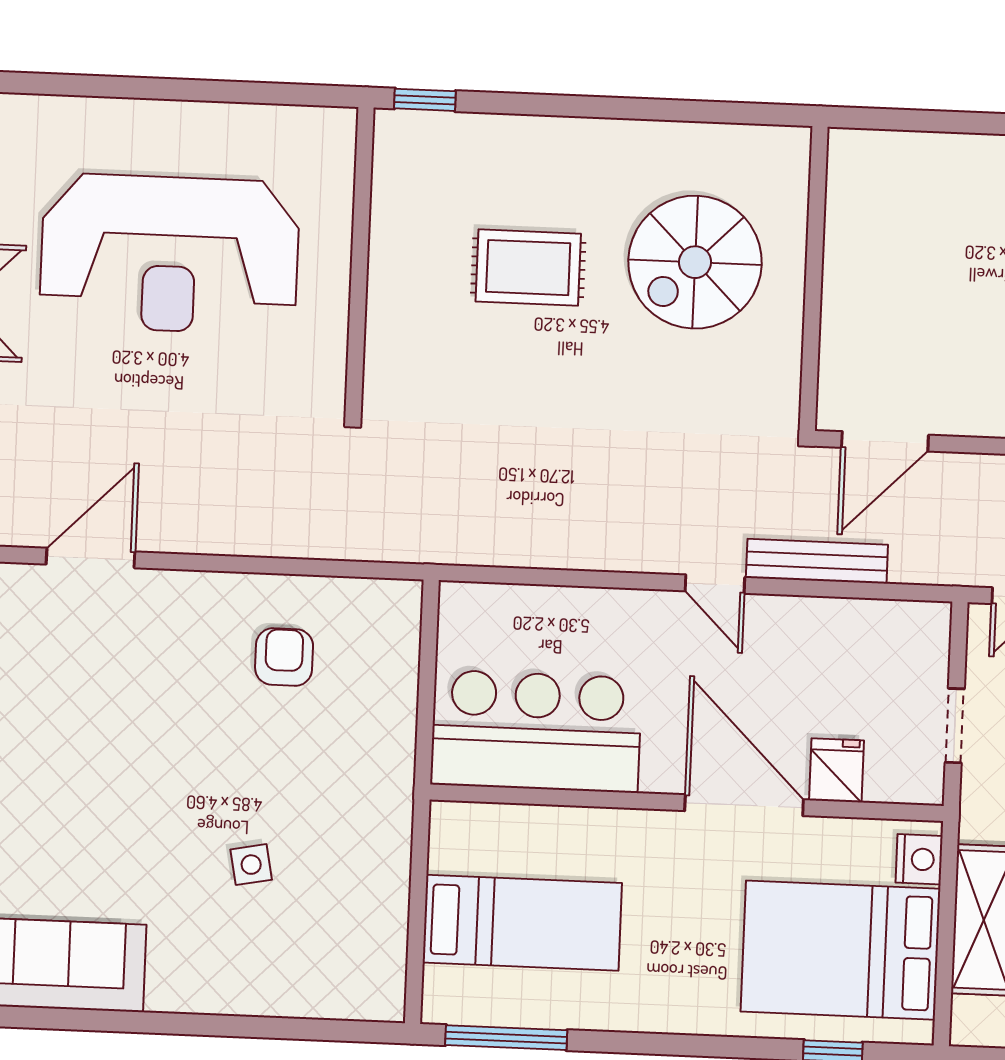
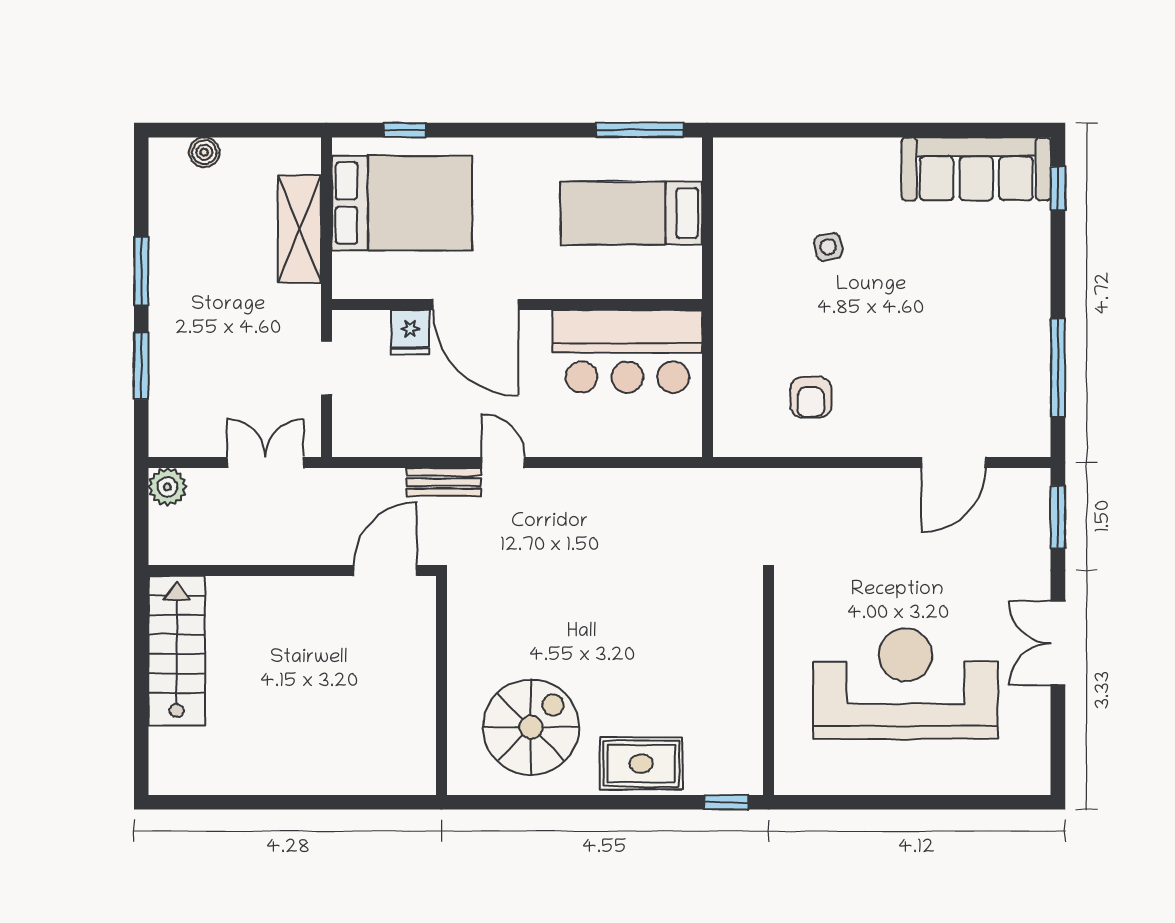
spiral stairs: (695, 262) -> (531, 727), moved
rug: (528, 268) -> (641, 764), moved
bench: (817, 561) -> (444, 482), width x0.73
nightstand: (919, 859) -> (348, 271), removed

